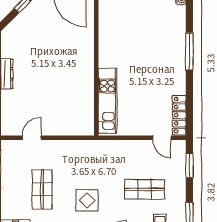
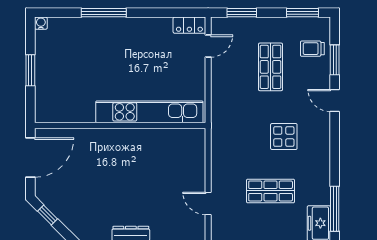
kitchen unit: (107, 101) -> (149, 112), width x1.36
locker: (179, 115) -> (189, 25), width x0.66

